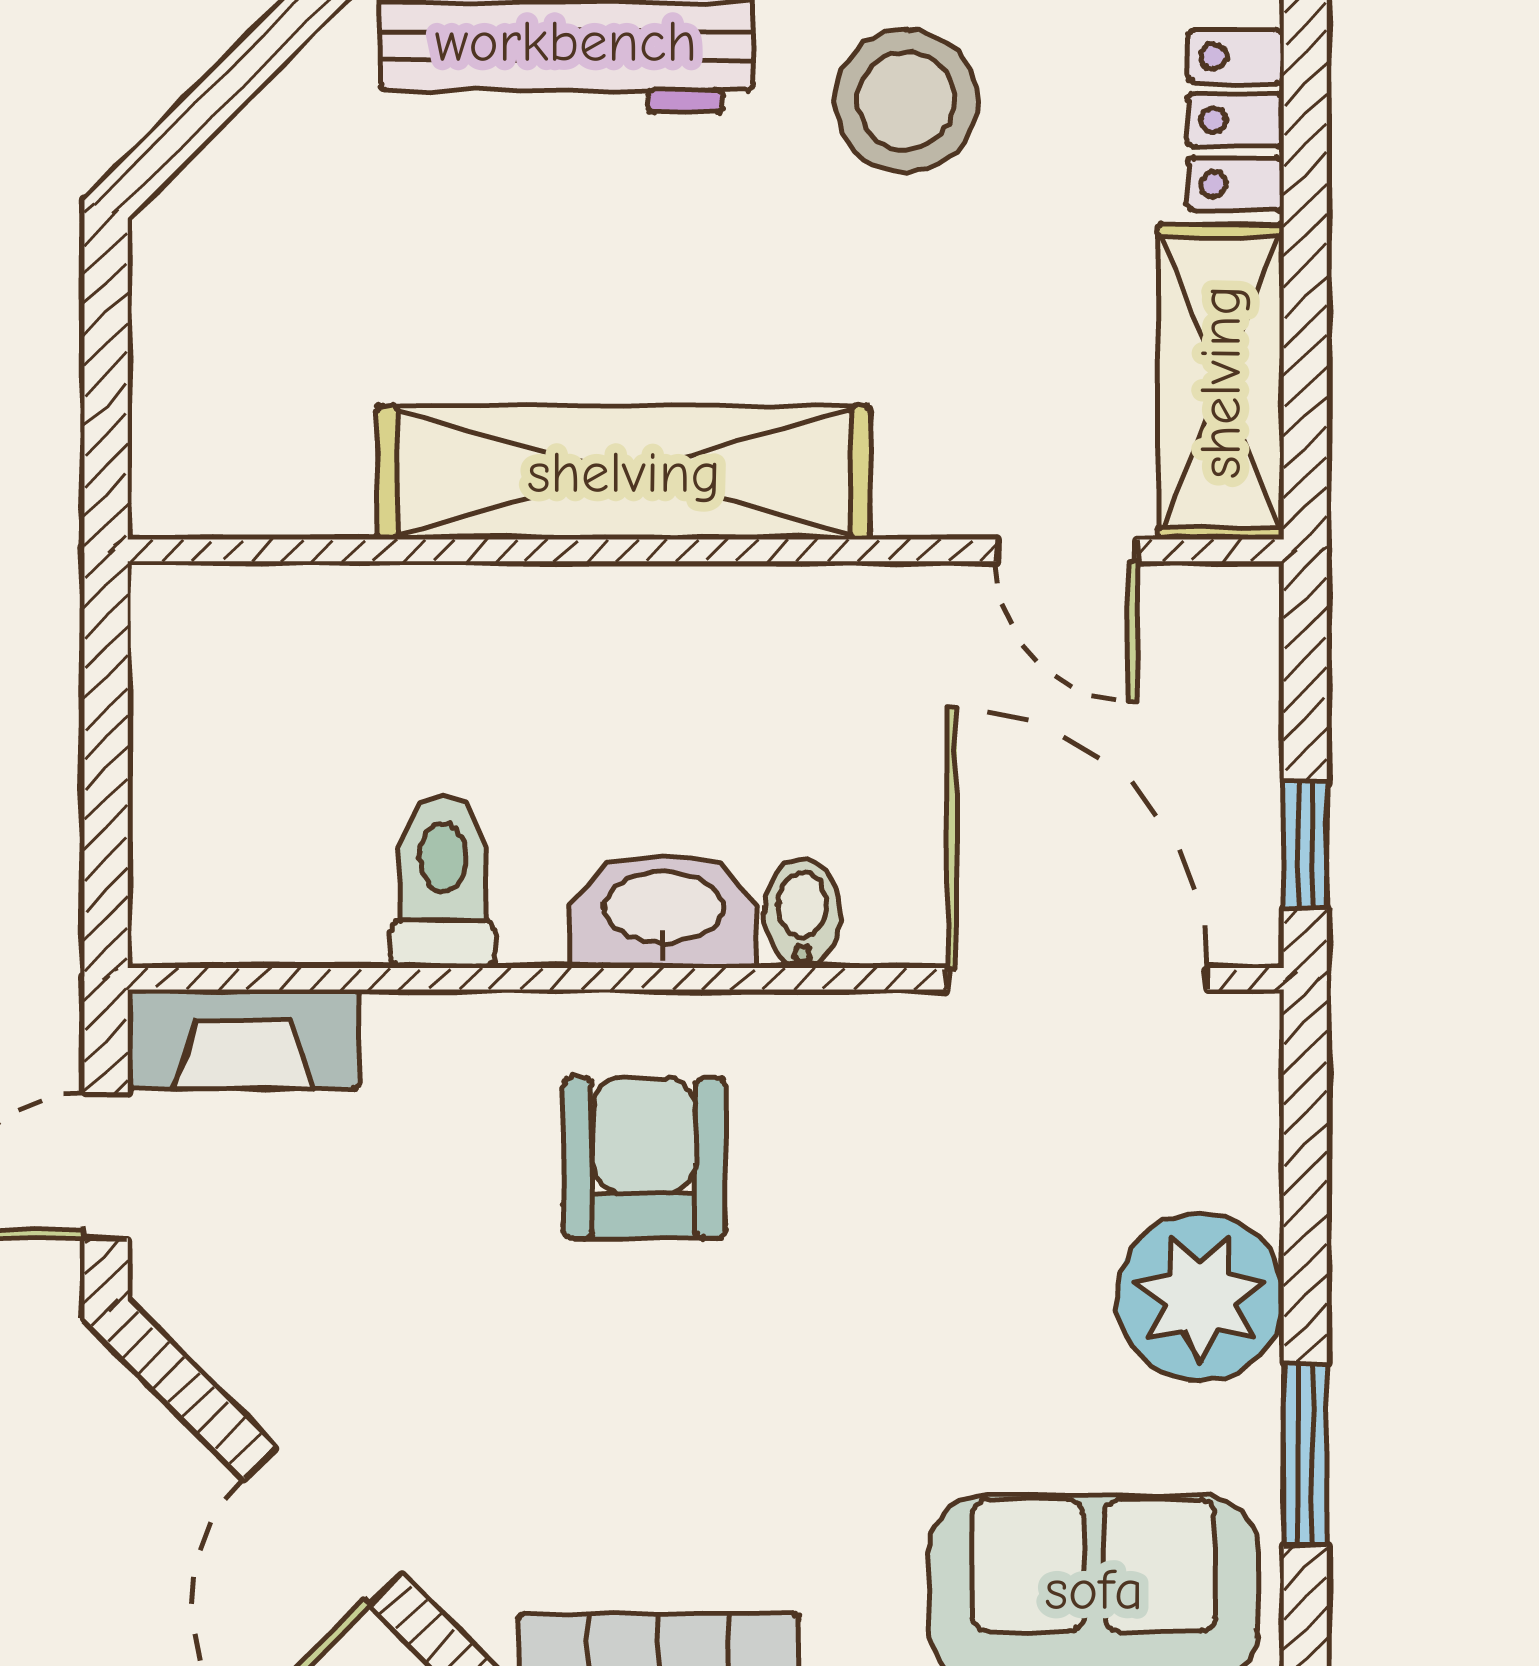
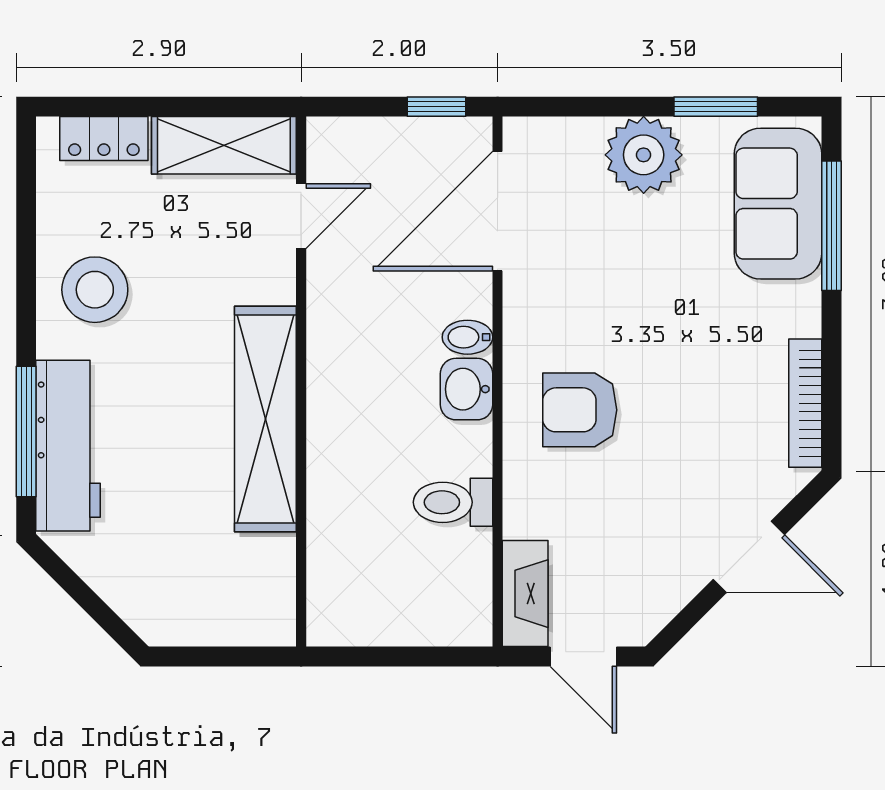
washbasin: (663, 911) -> (467, 389), width x0.72

